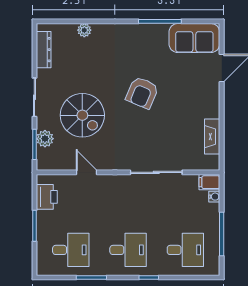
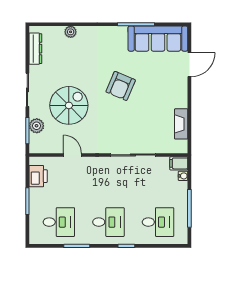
sofa: (194, 38) -> (158, 39), width x1.36
spiral stairs: (82, 115) -> (69, 105), turned -90

